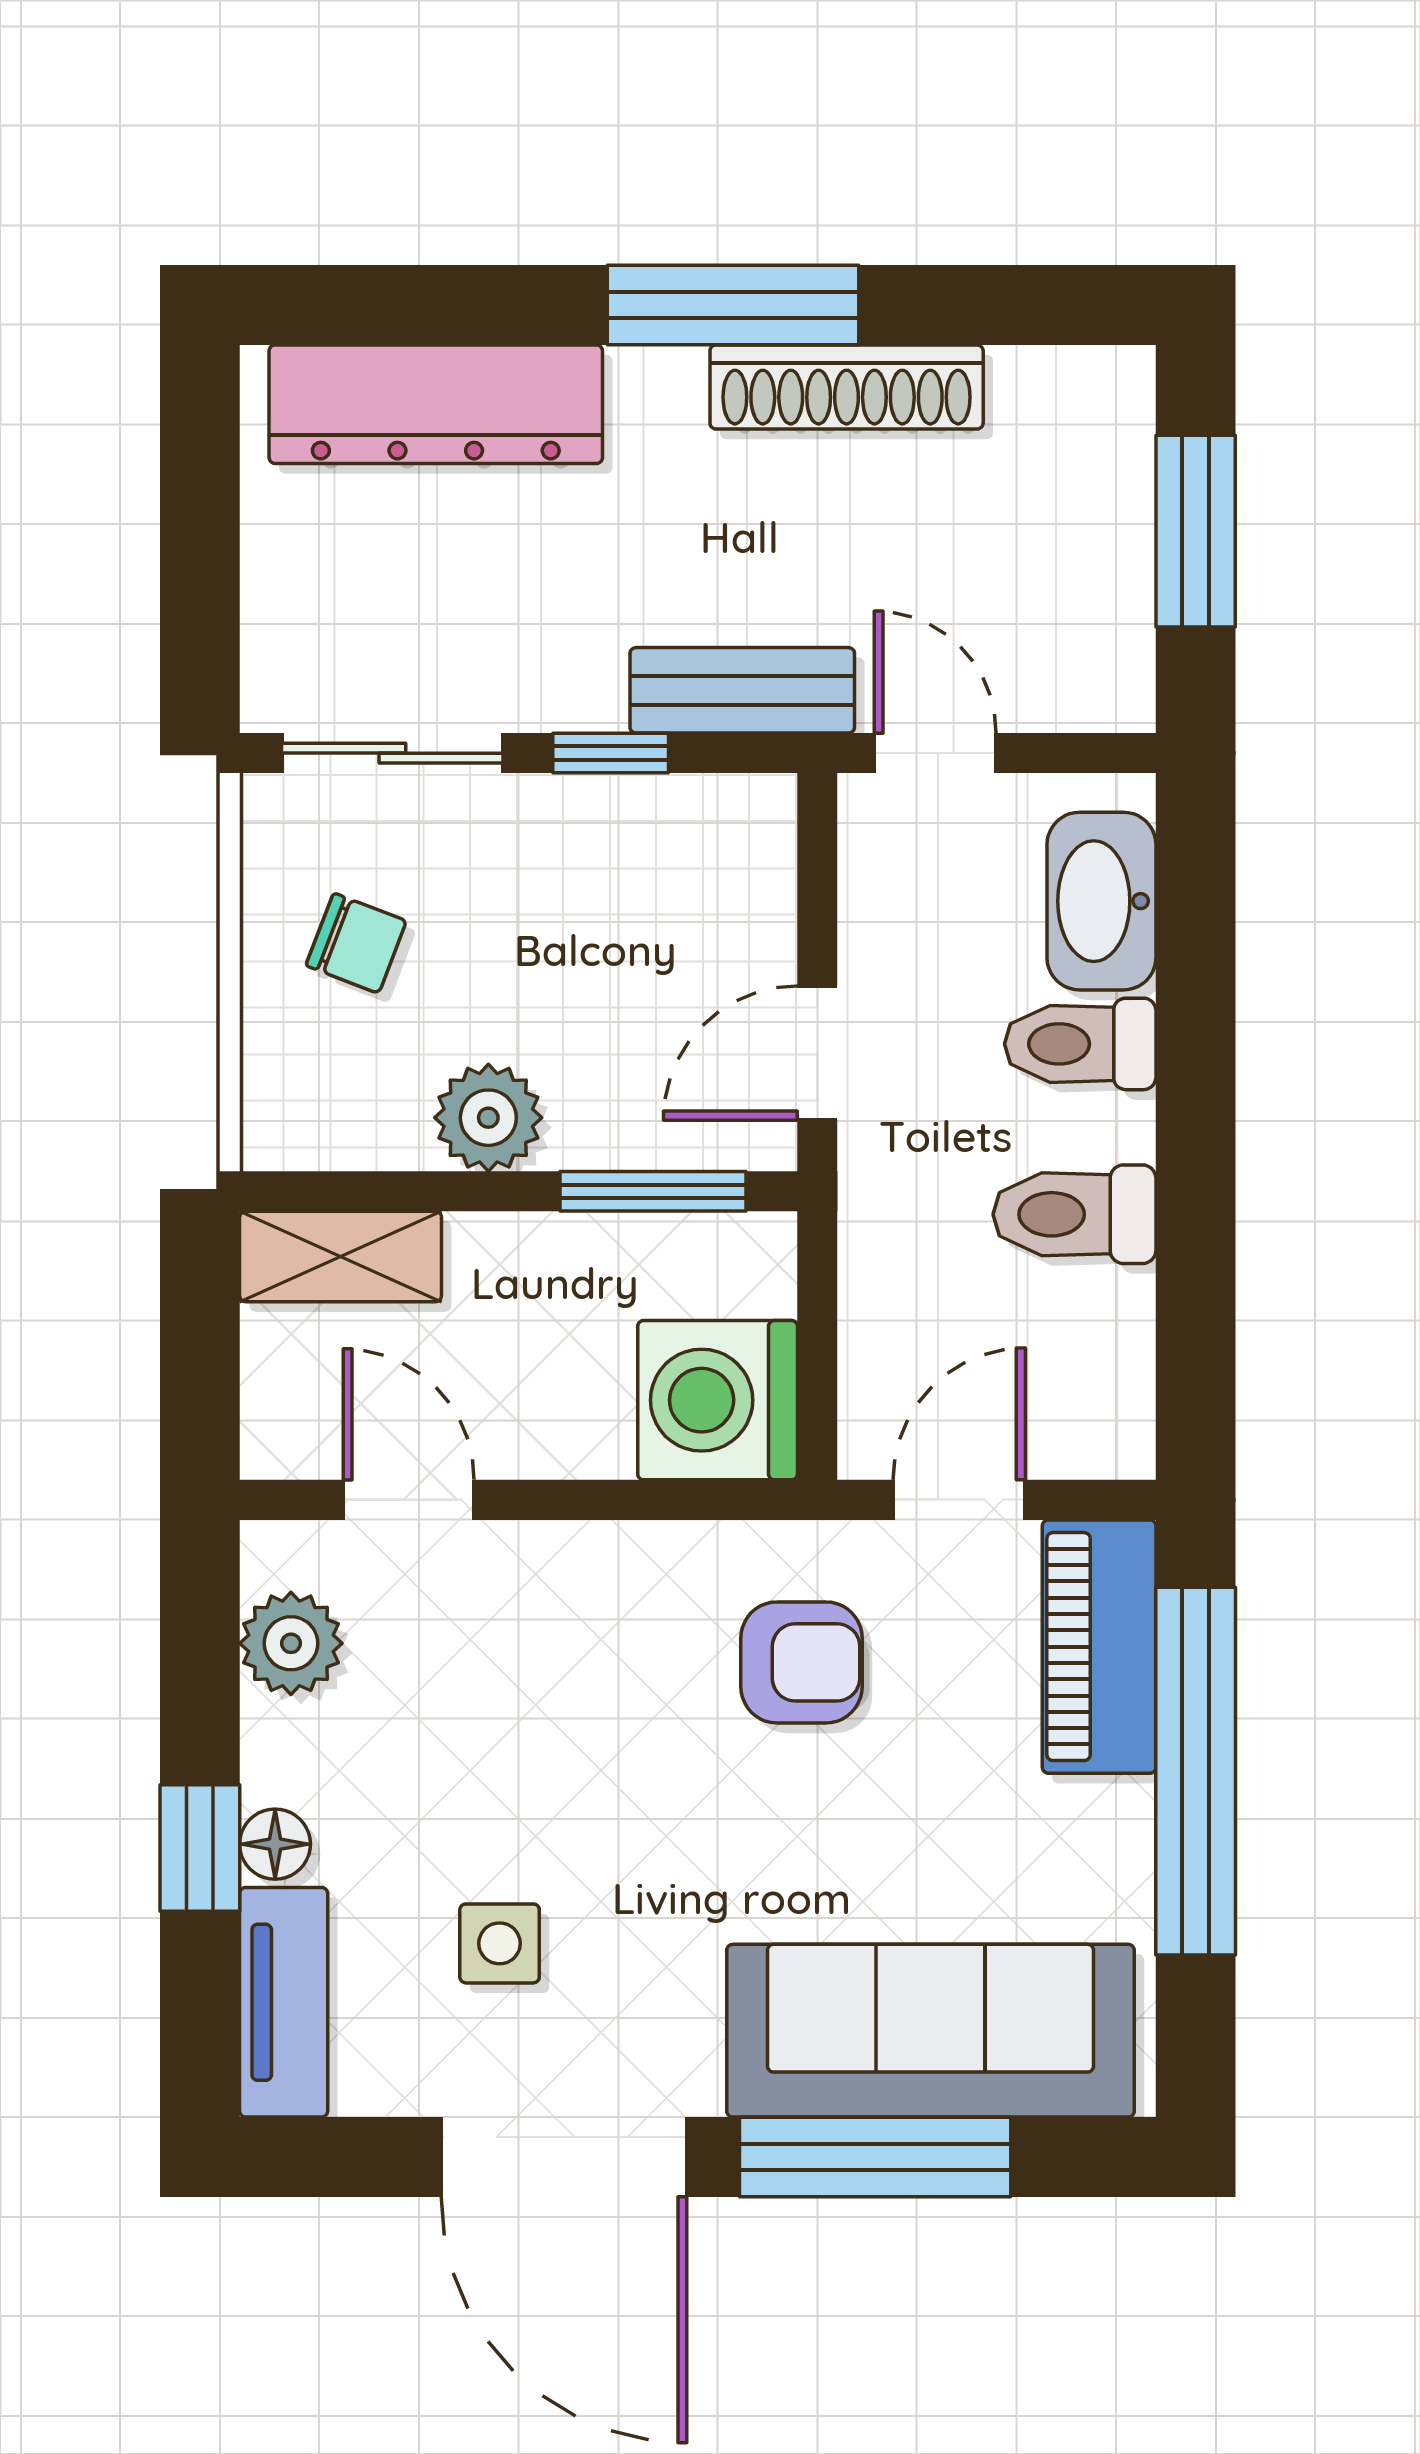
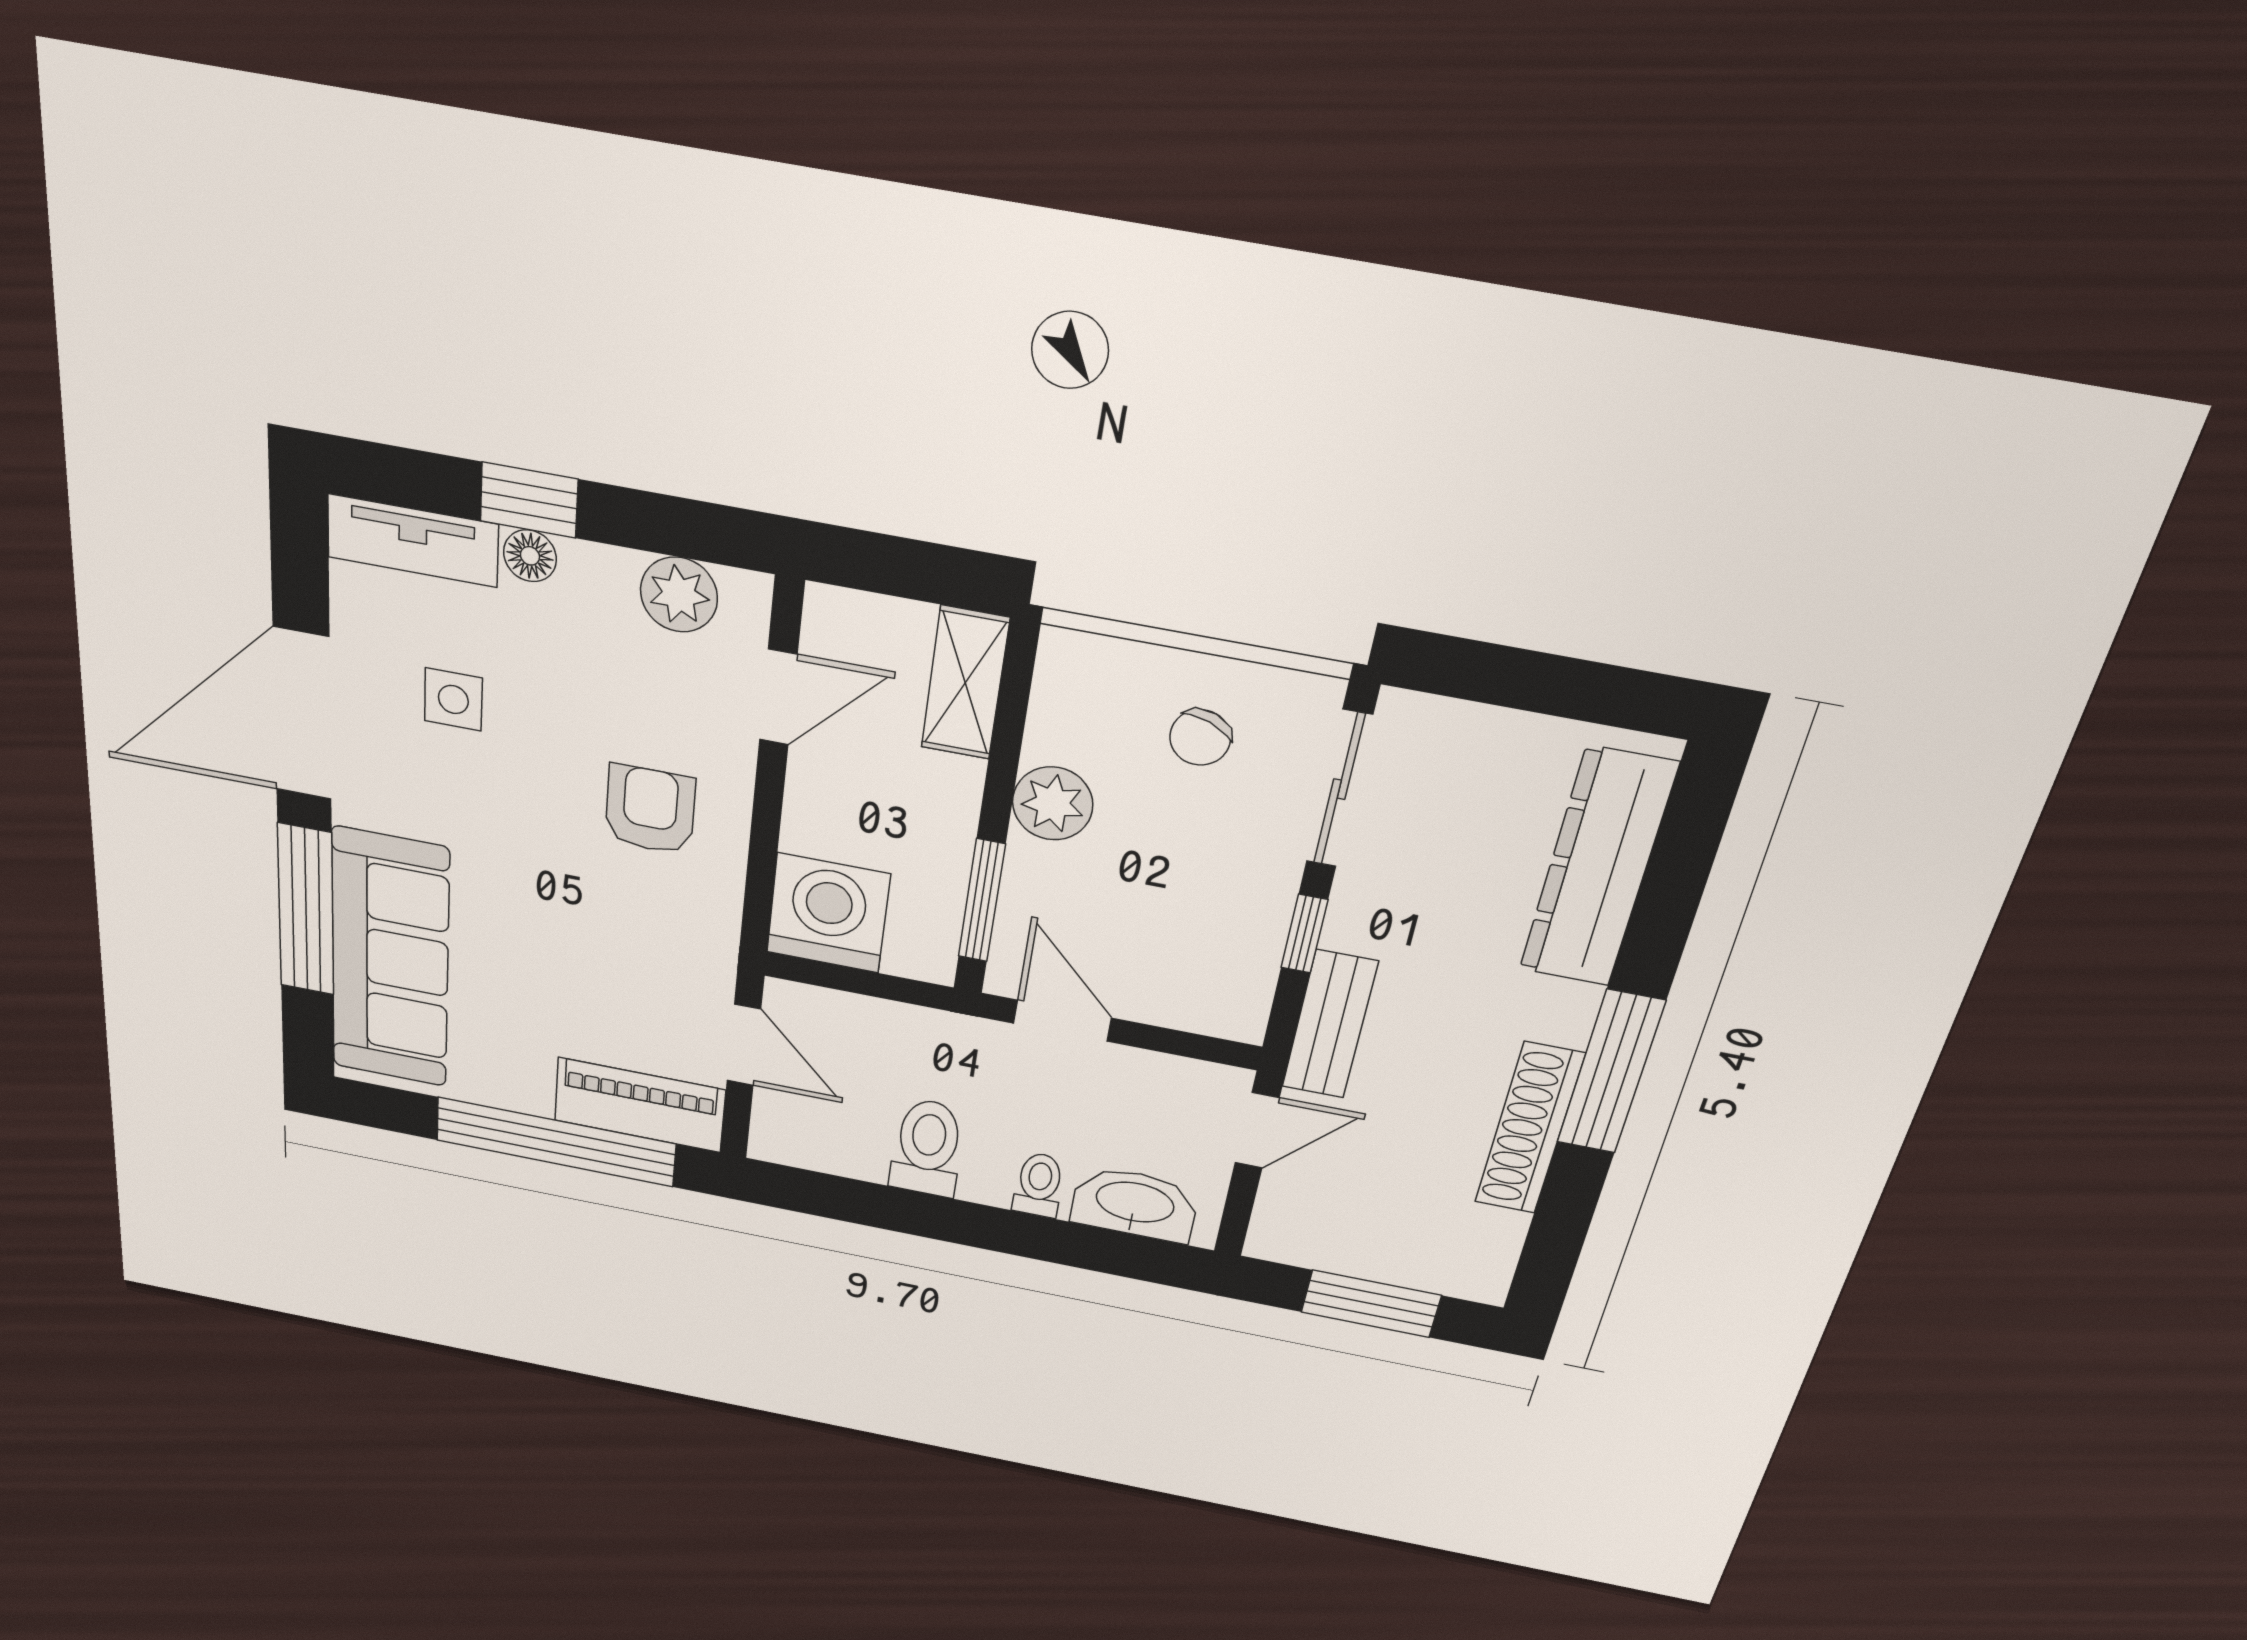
toilet: (1080, 1044) -> (1039, 1185), width x0.73, depth x0.72
armchair: (801, 1662) -> (650, 810), moved, turned 180

